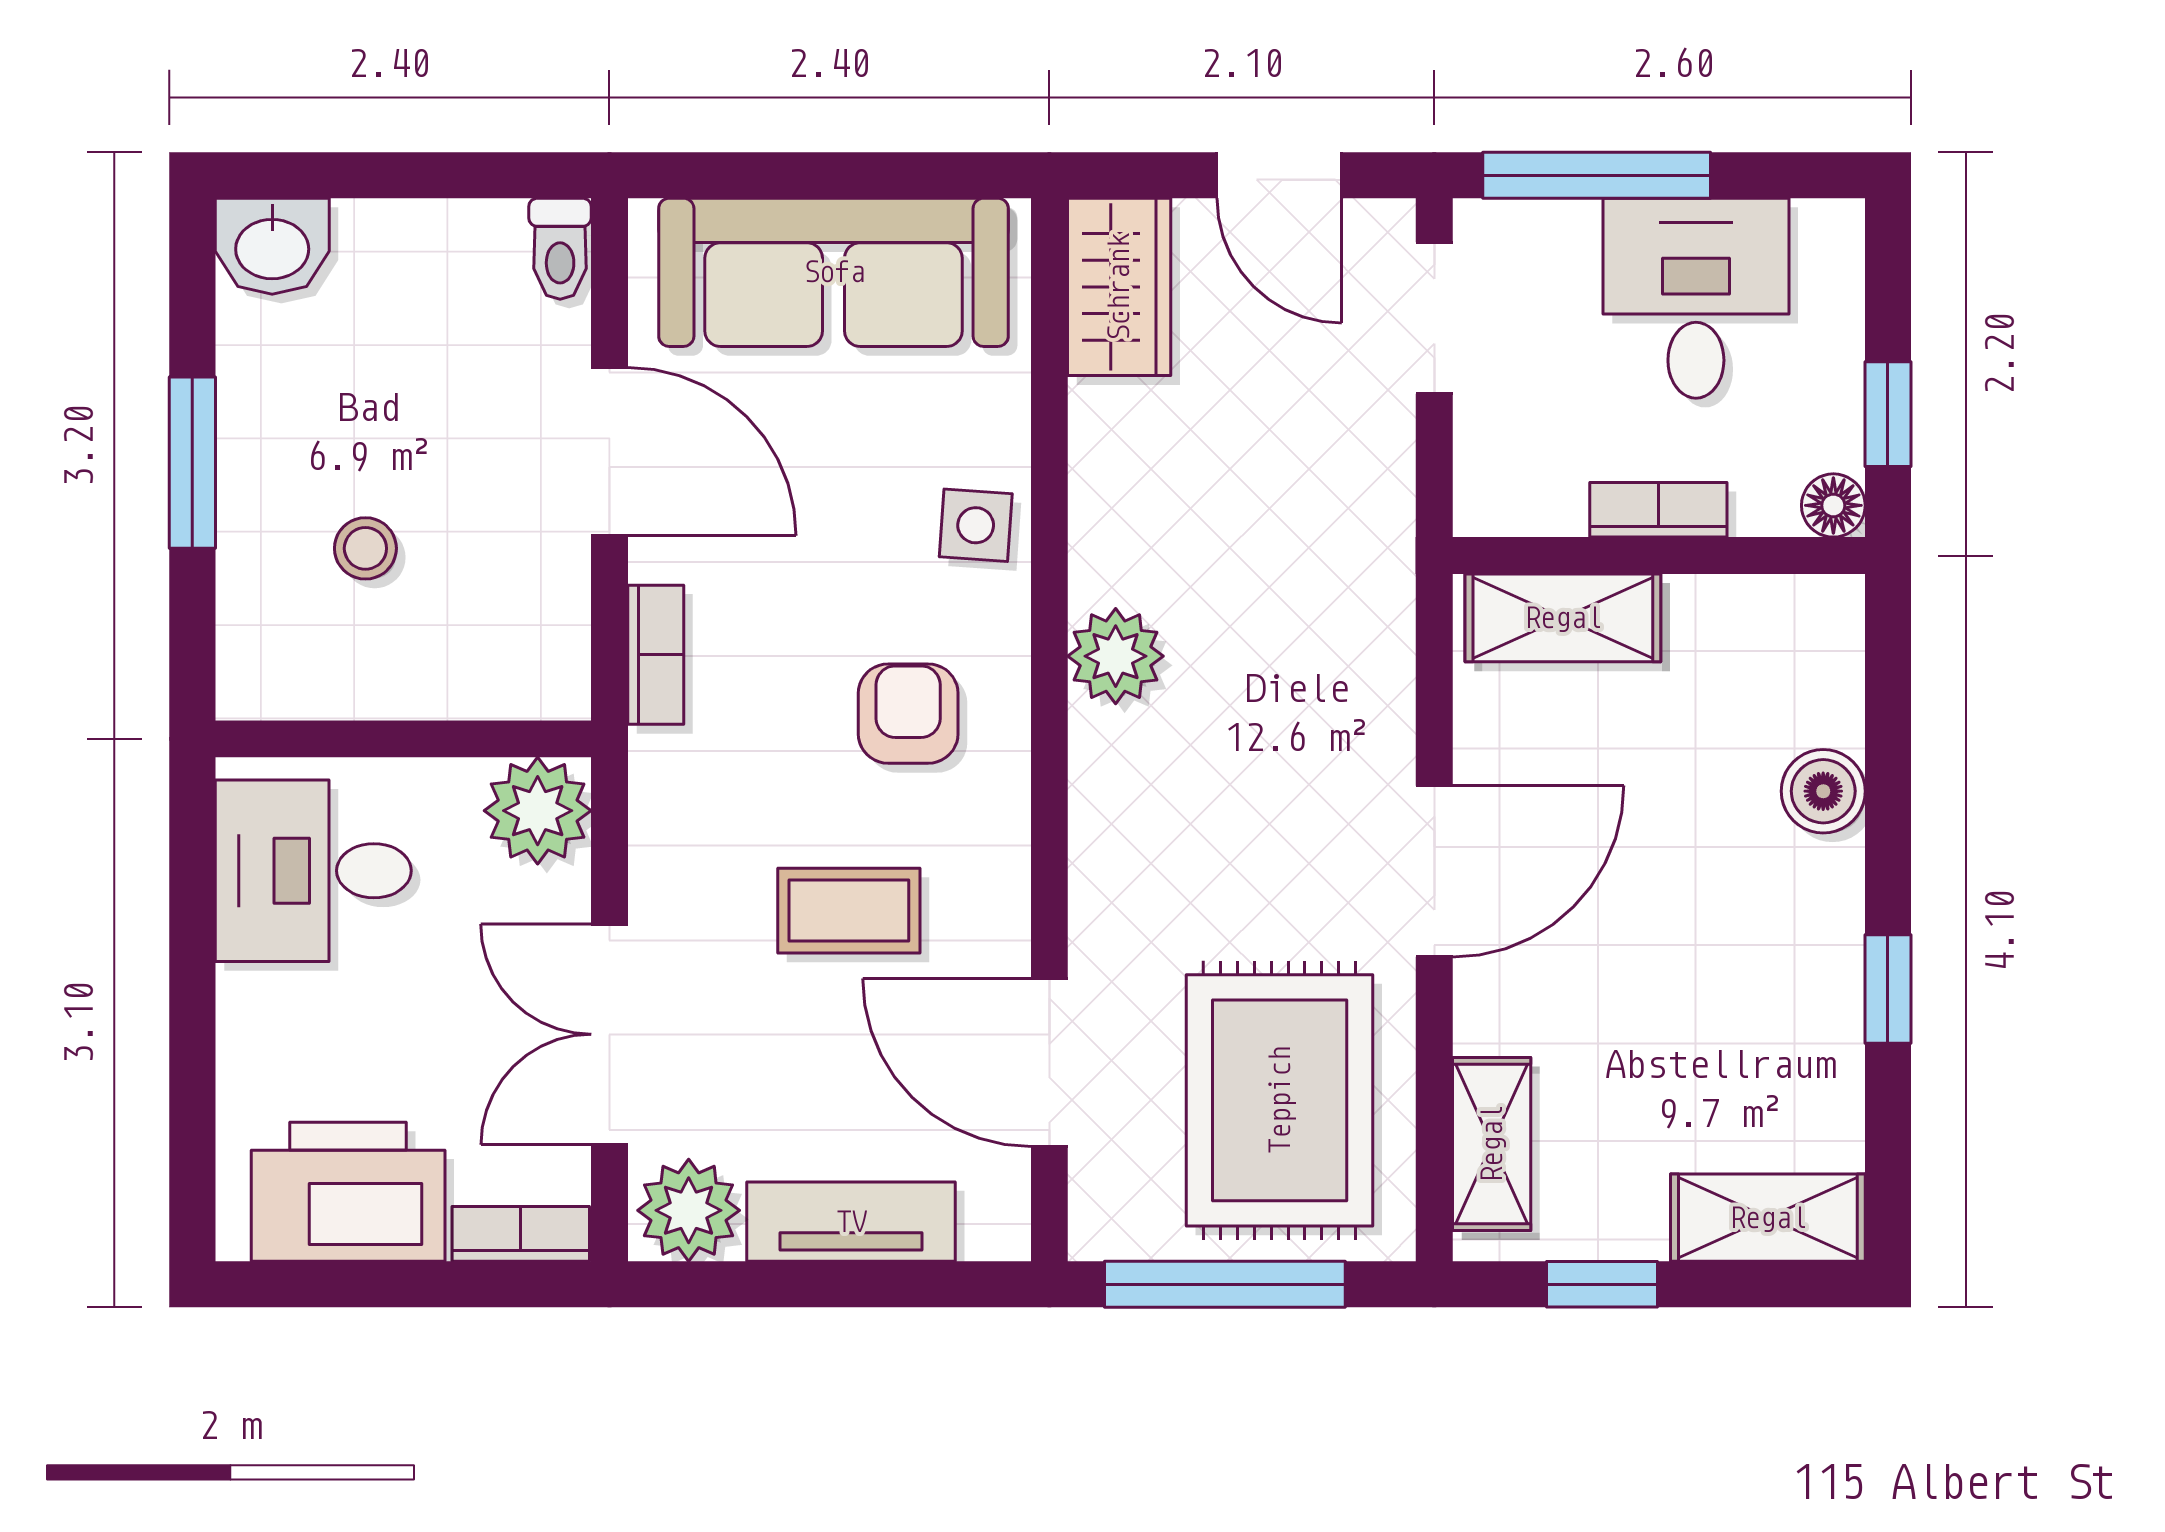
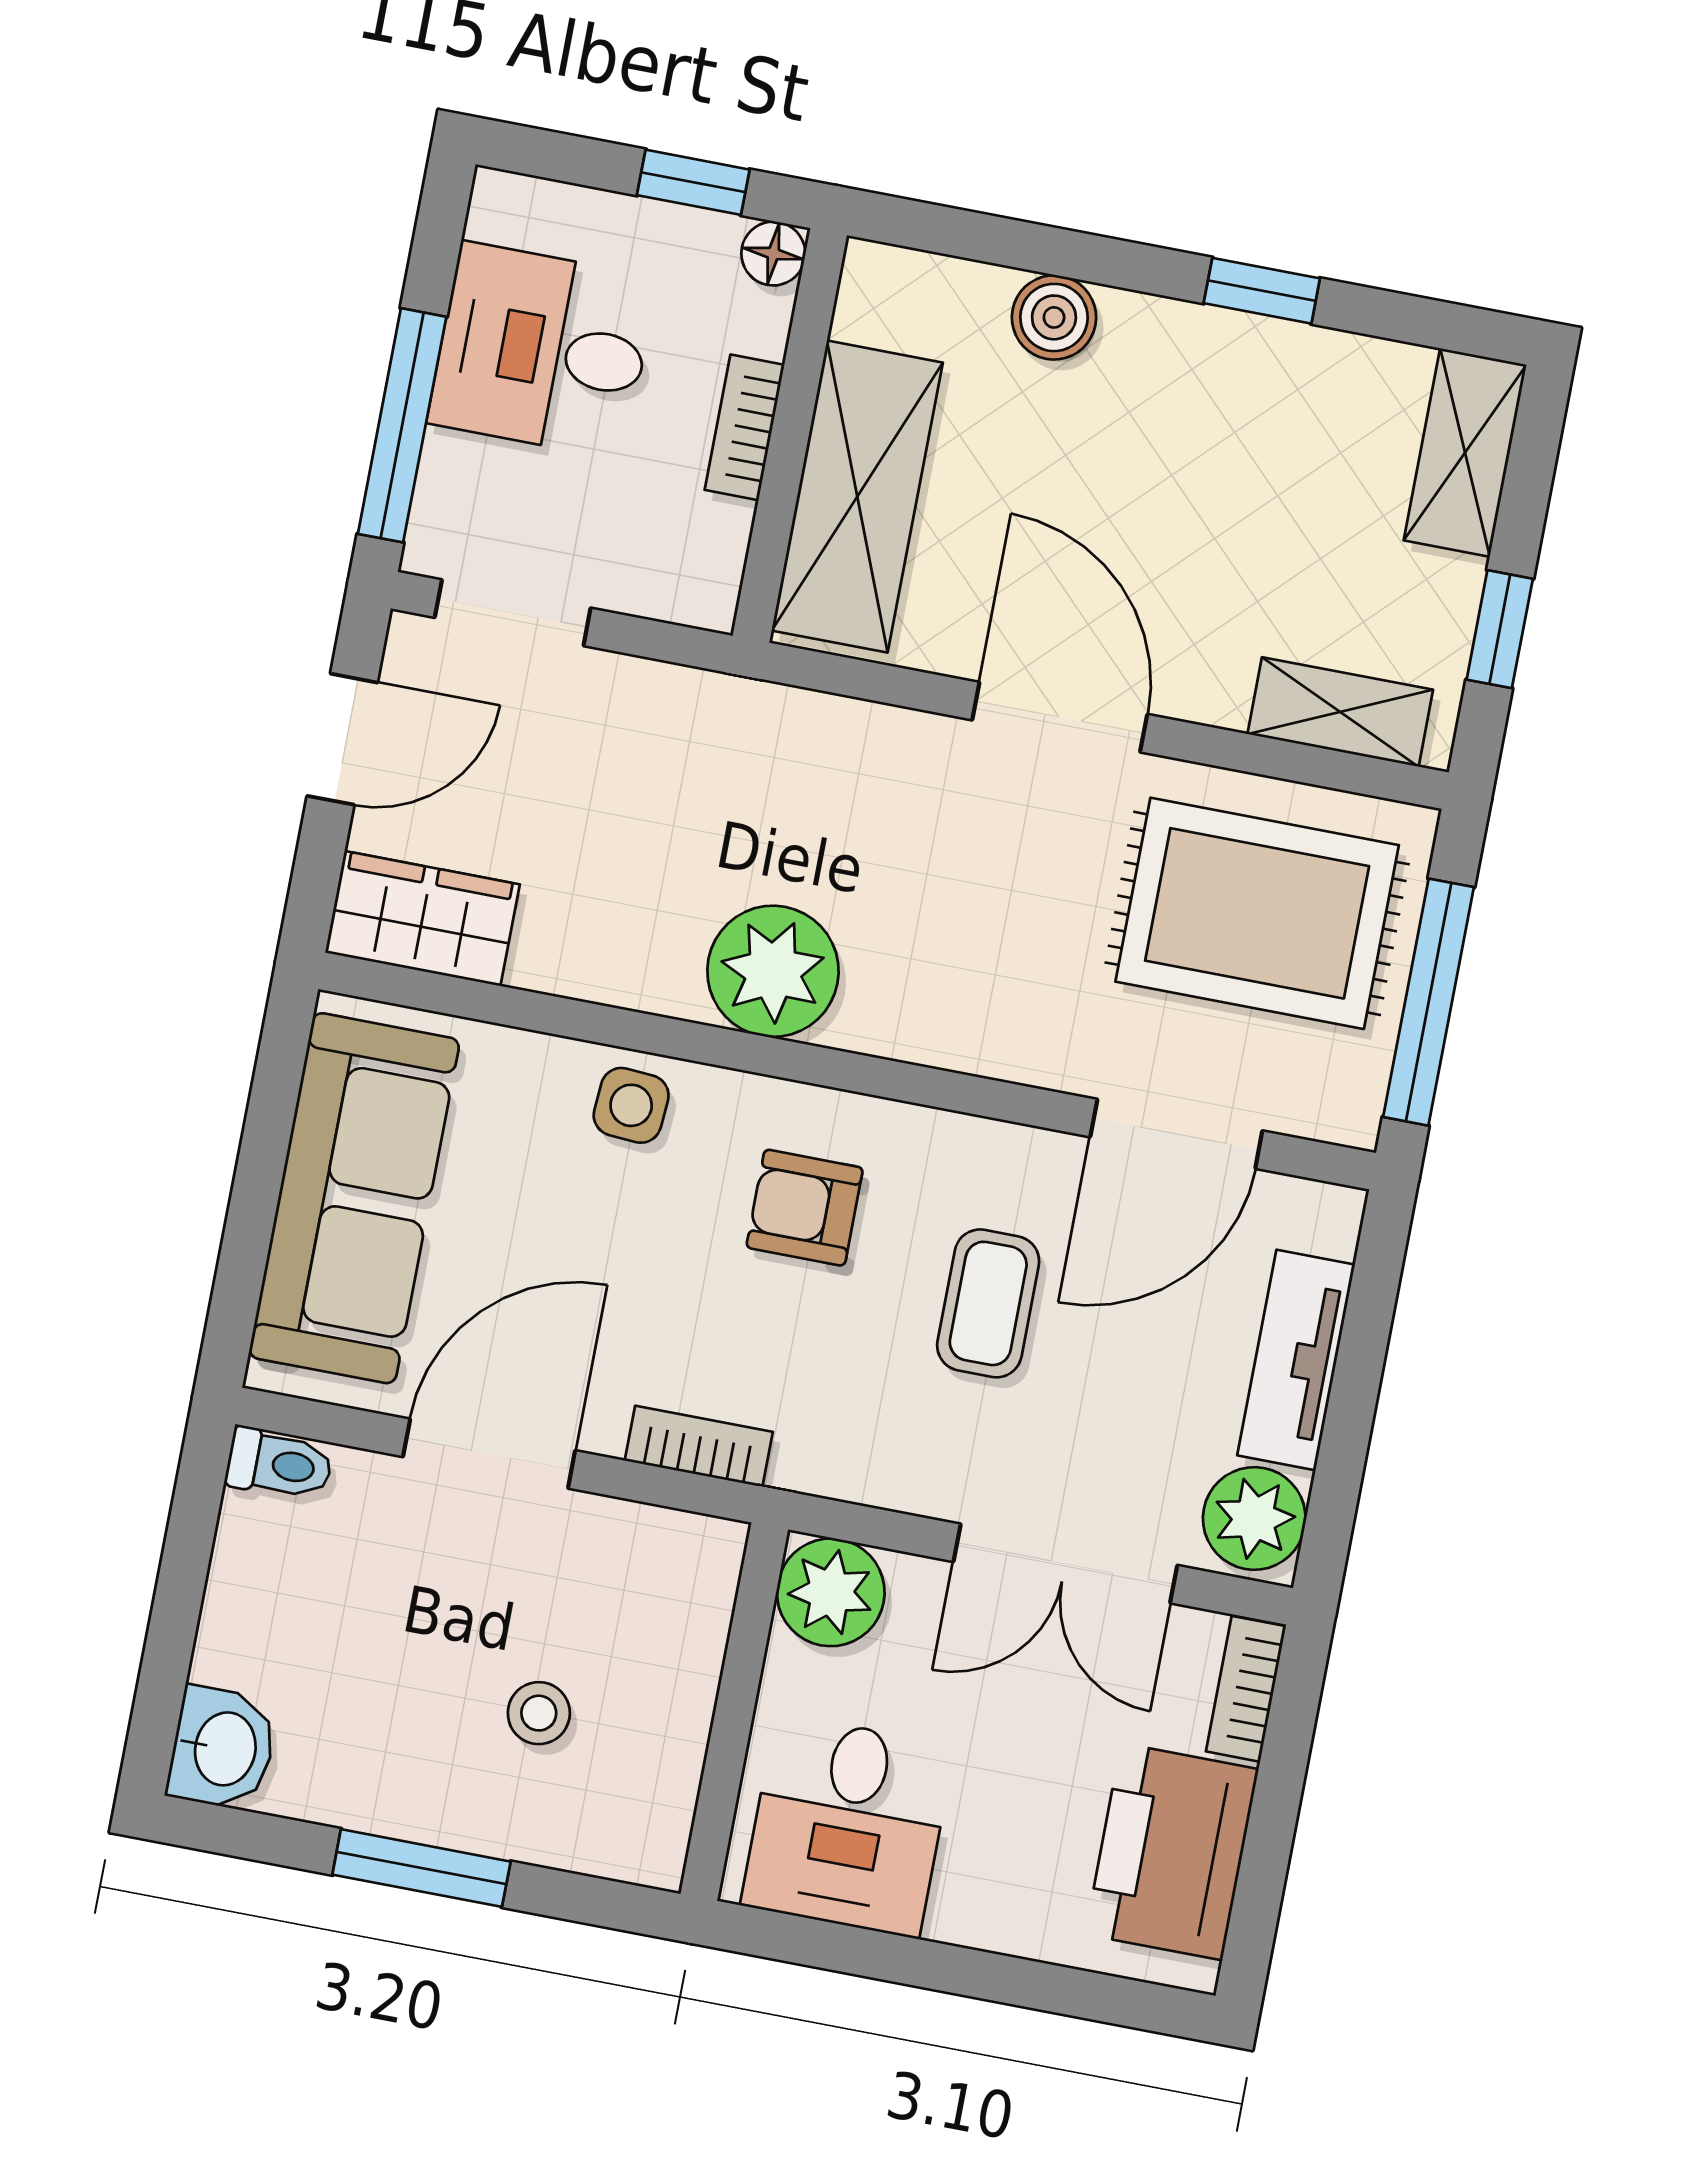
shelving: (1563, 618) -> (857, 497), width x1.50, depth x1.33
plant: (1116, 656) -> (773, 971), width x1.36, depth x1.36

